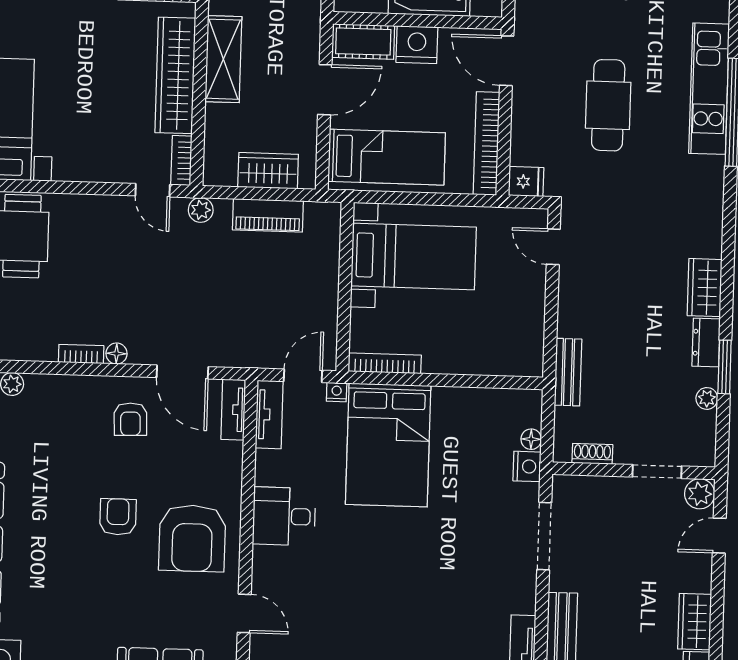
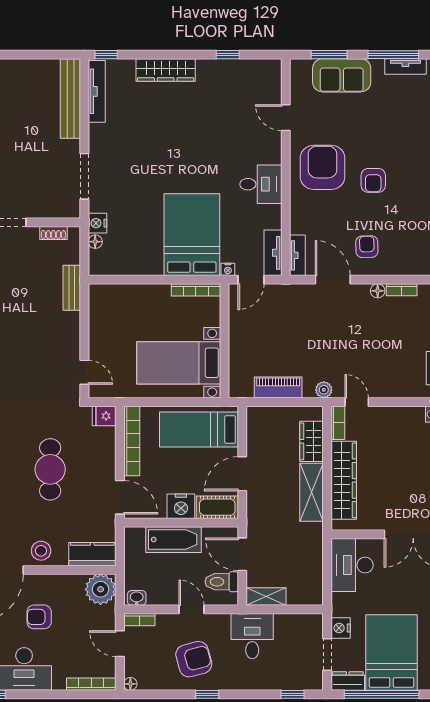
wardrobe: (268, 171) -> (311, 441), moved, turned 90

